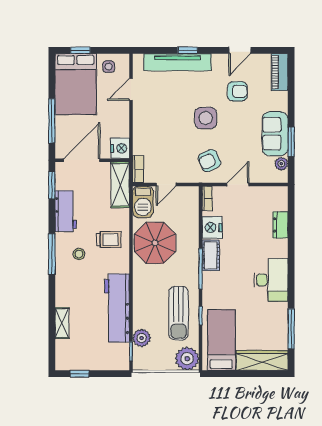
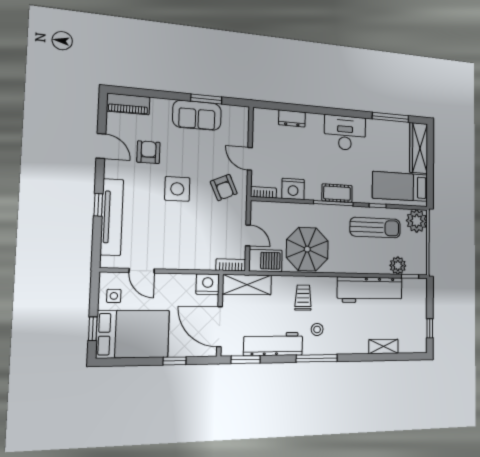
window: (52, 121) -> (175, 361), width x0.46
plant: (281, 164) -> (229, 112), removed
workbench: (66, 211) -> (273, 344), width x1.38
cot: (211, 255) -> (337, 193), moved

